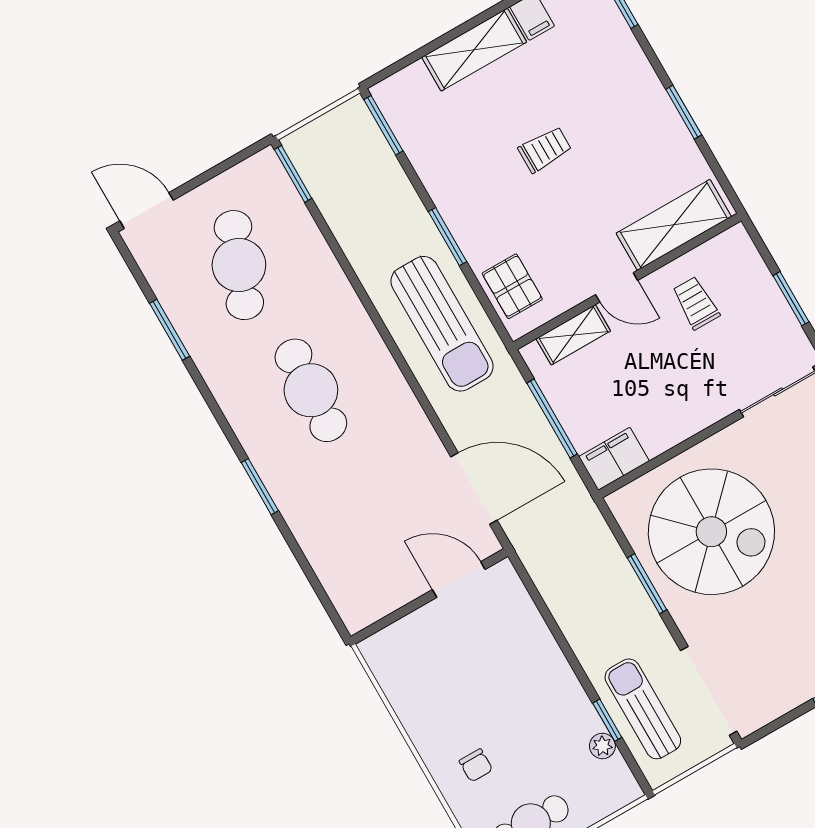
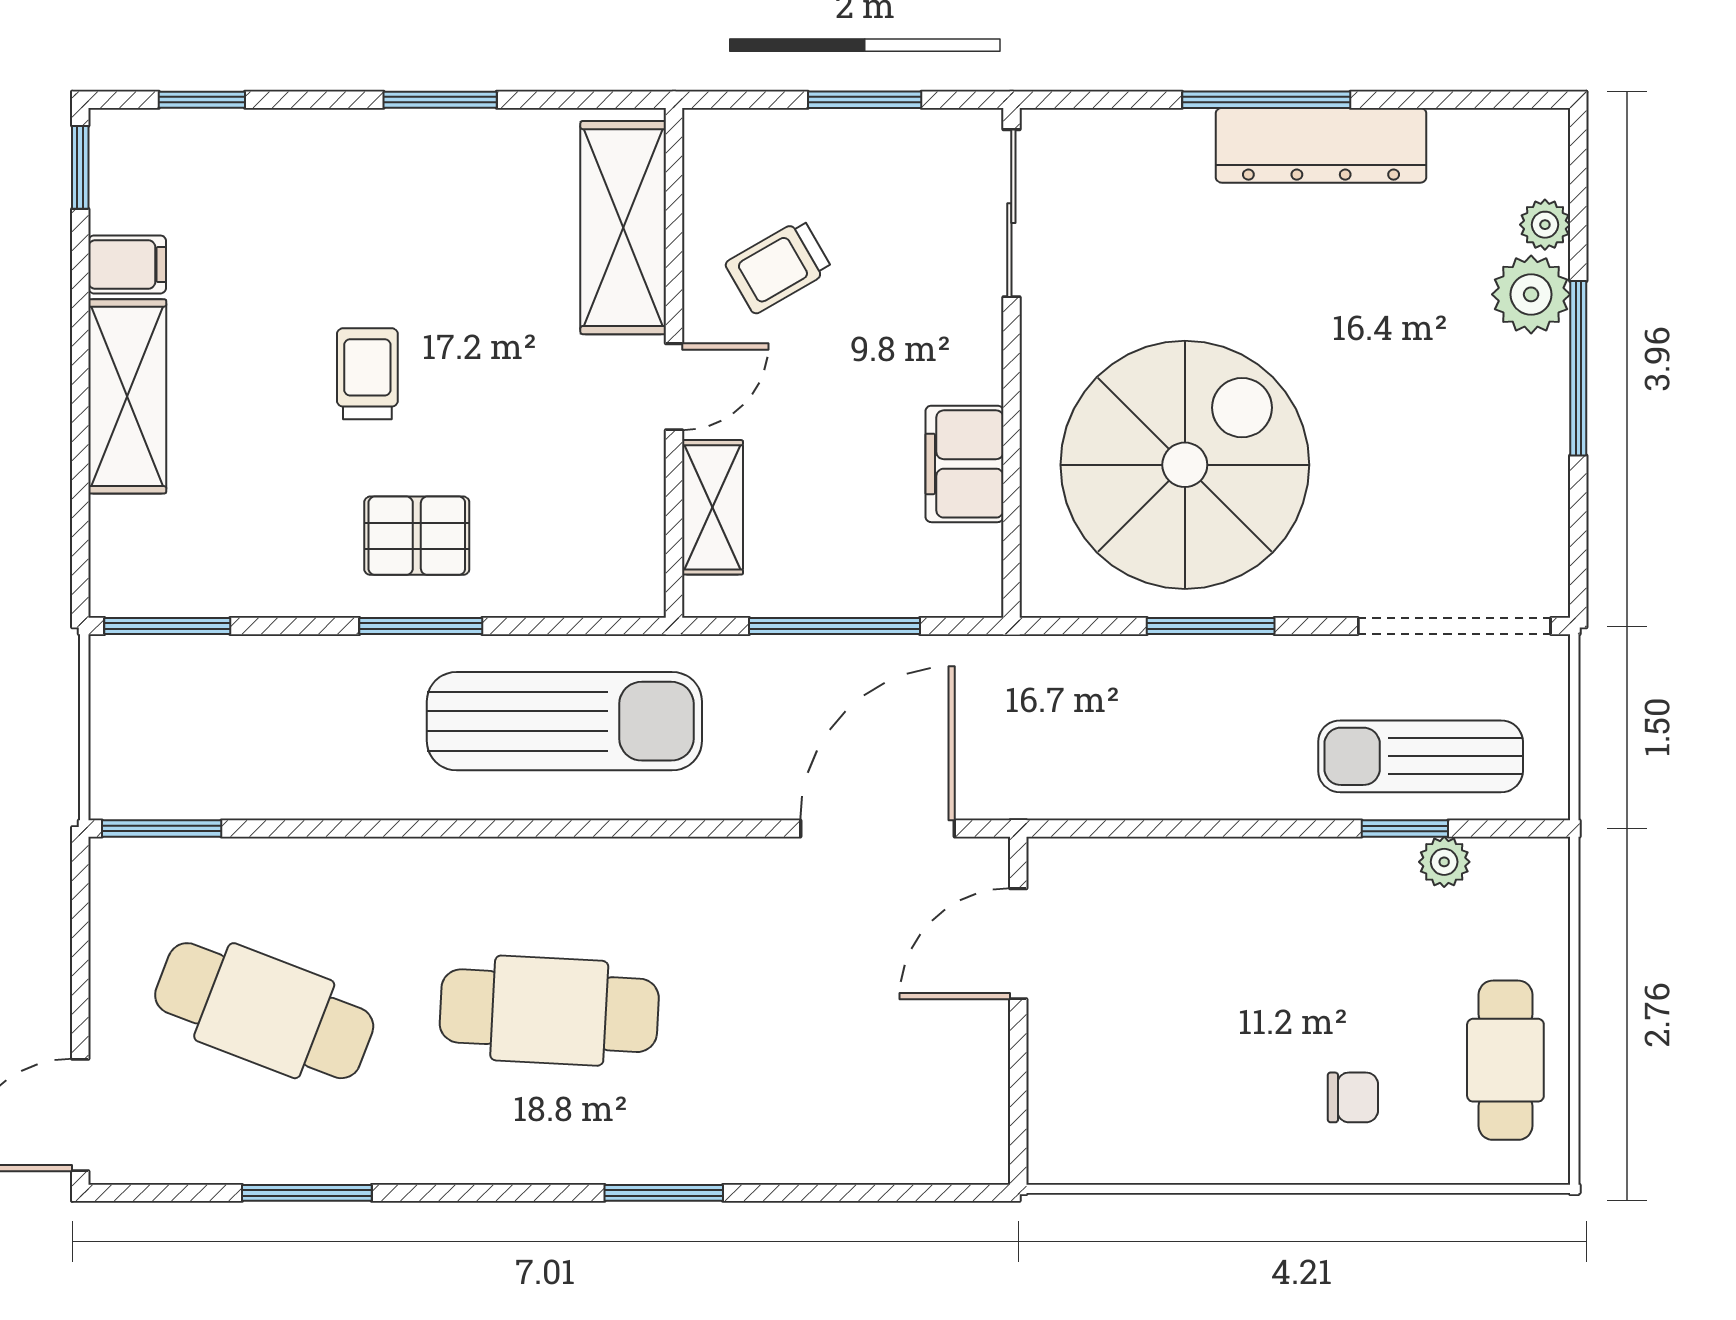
pallet: (512, 286) -> (417, 536), moved
trolley: (696, 303) -> (779, 267), turned -30
filing cabinet: (614, 459) -> (964, 464), moved

